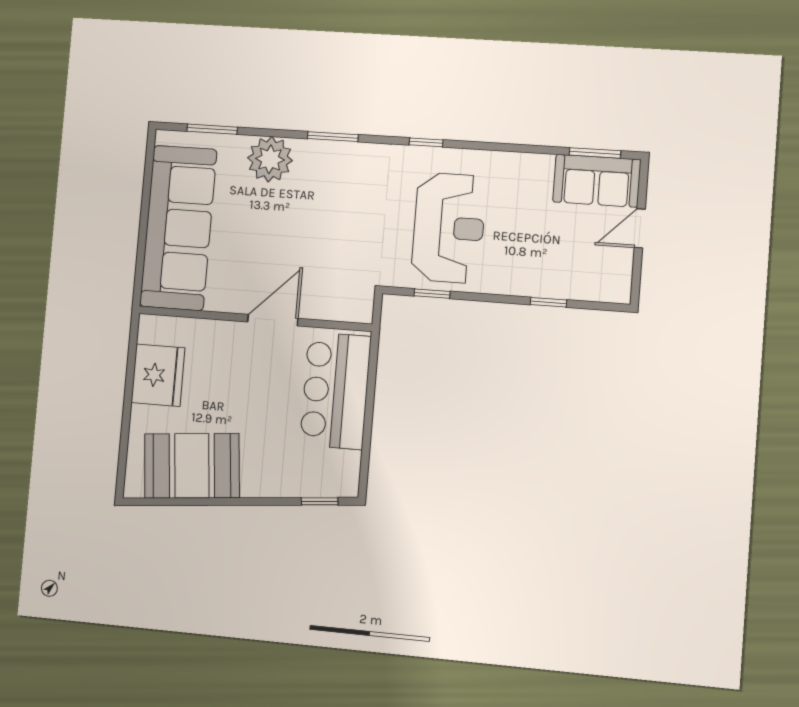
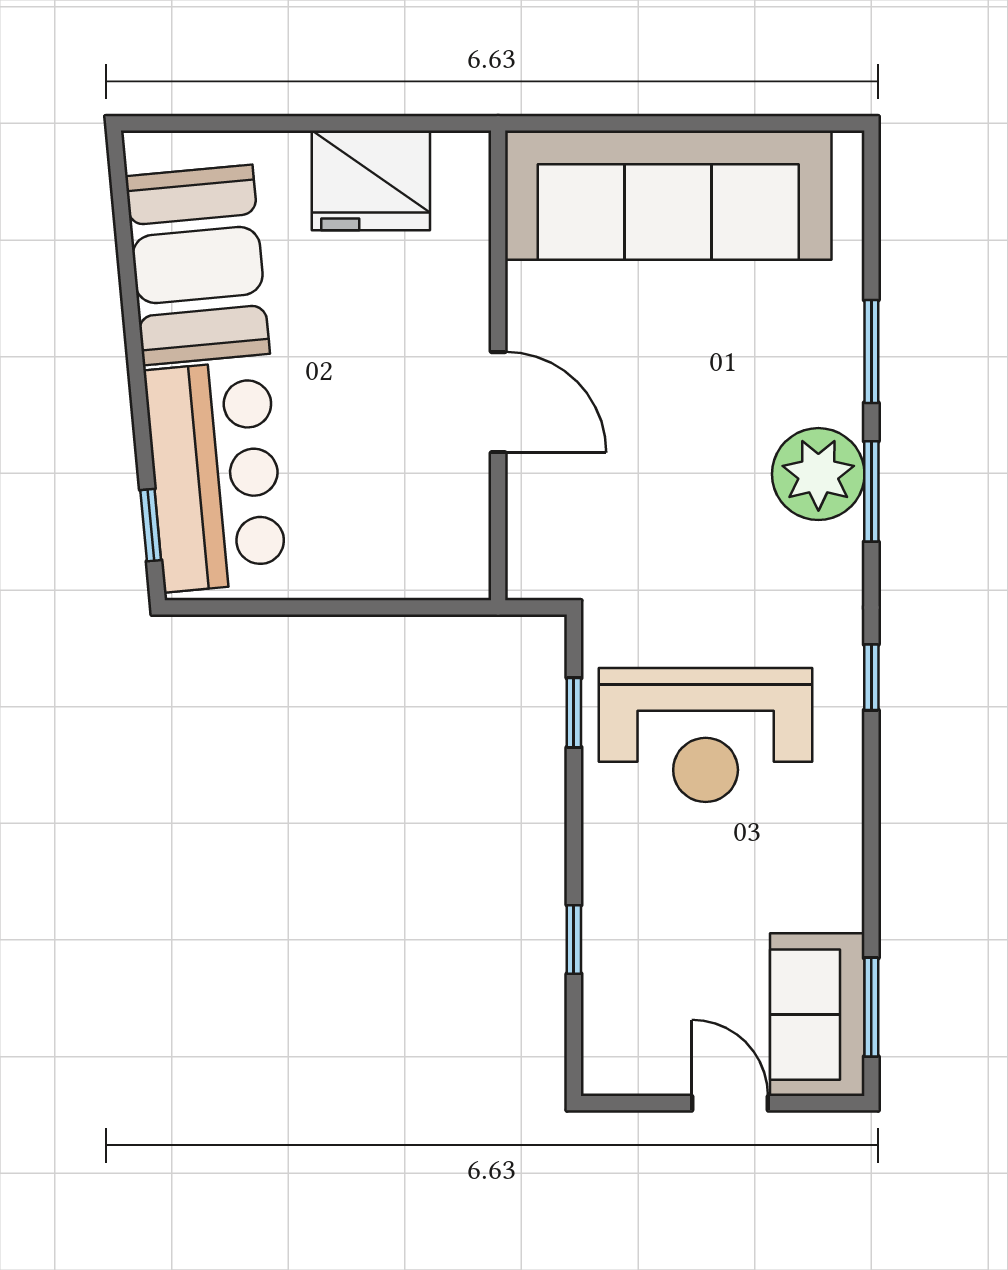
window: (212, 129) -> (871, 351), moved
plant: (270, 159) -> (818, 474), moved
bar counter: (335, 391) -> (215, 476), moved, turned 85

